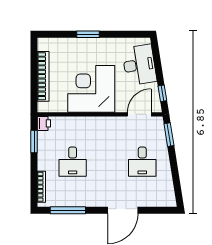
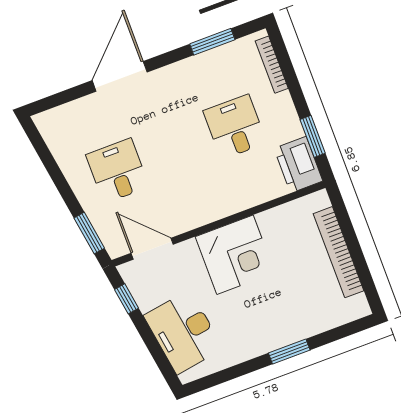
corner desk: (91, 89) -> (235, 255), width x0.74, depth x0.74
door: (139, 114) -> (152, 249), swing flipped
printer: (44, 123) -> (298, 165), width x1.87, depth x1.48
window: (68, 210) -> (212, 42), width x0.69

